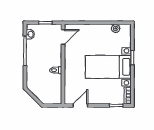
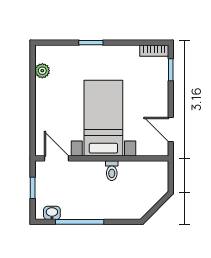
bed with nightstands: (108, 67) -> (103, 118), moved, turned 180

